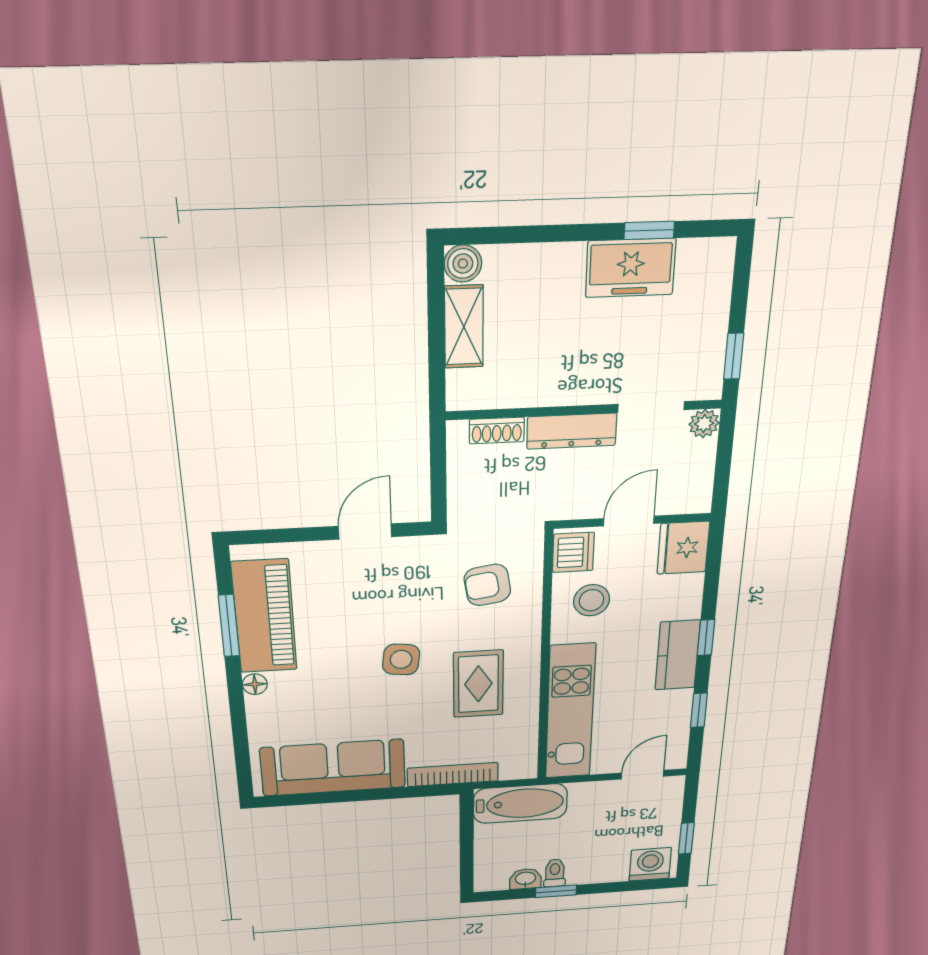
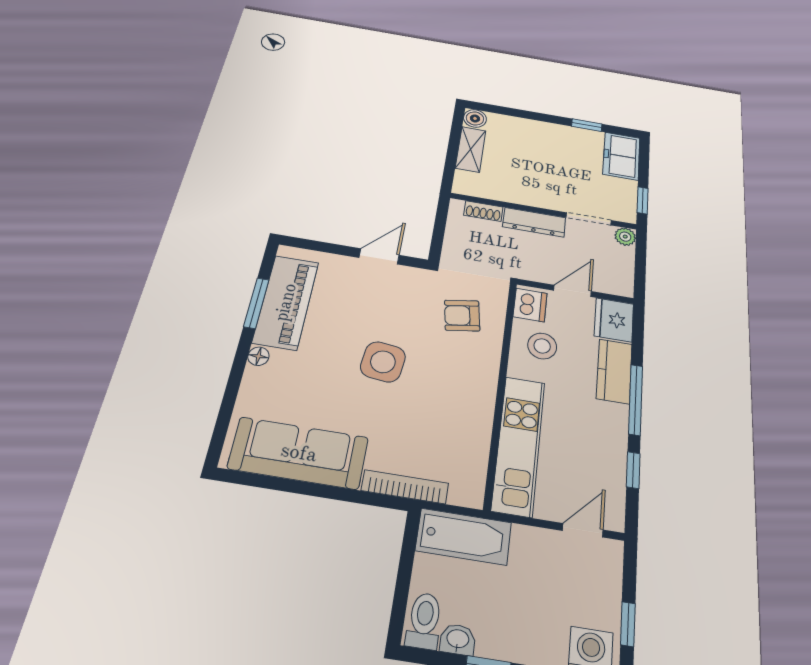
freezer: (631, 268) -> (621, 156), moved, turned 90
window: (706, 638) -> (636, 400), width x2.17
kitchen counter: (678, 655) -> (614, 371), moved
side table: (401, 659) -> (383, 362), width x1.37, depth x1.37
rug: (478, 684) -> (443, 399), removed
toilet: (555, 873) -> (424, 621), moved, width x1.37, depth x1.39

